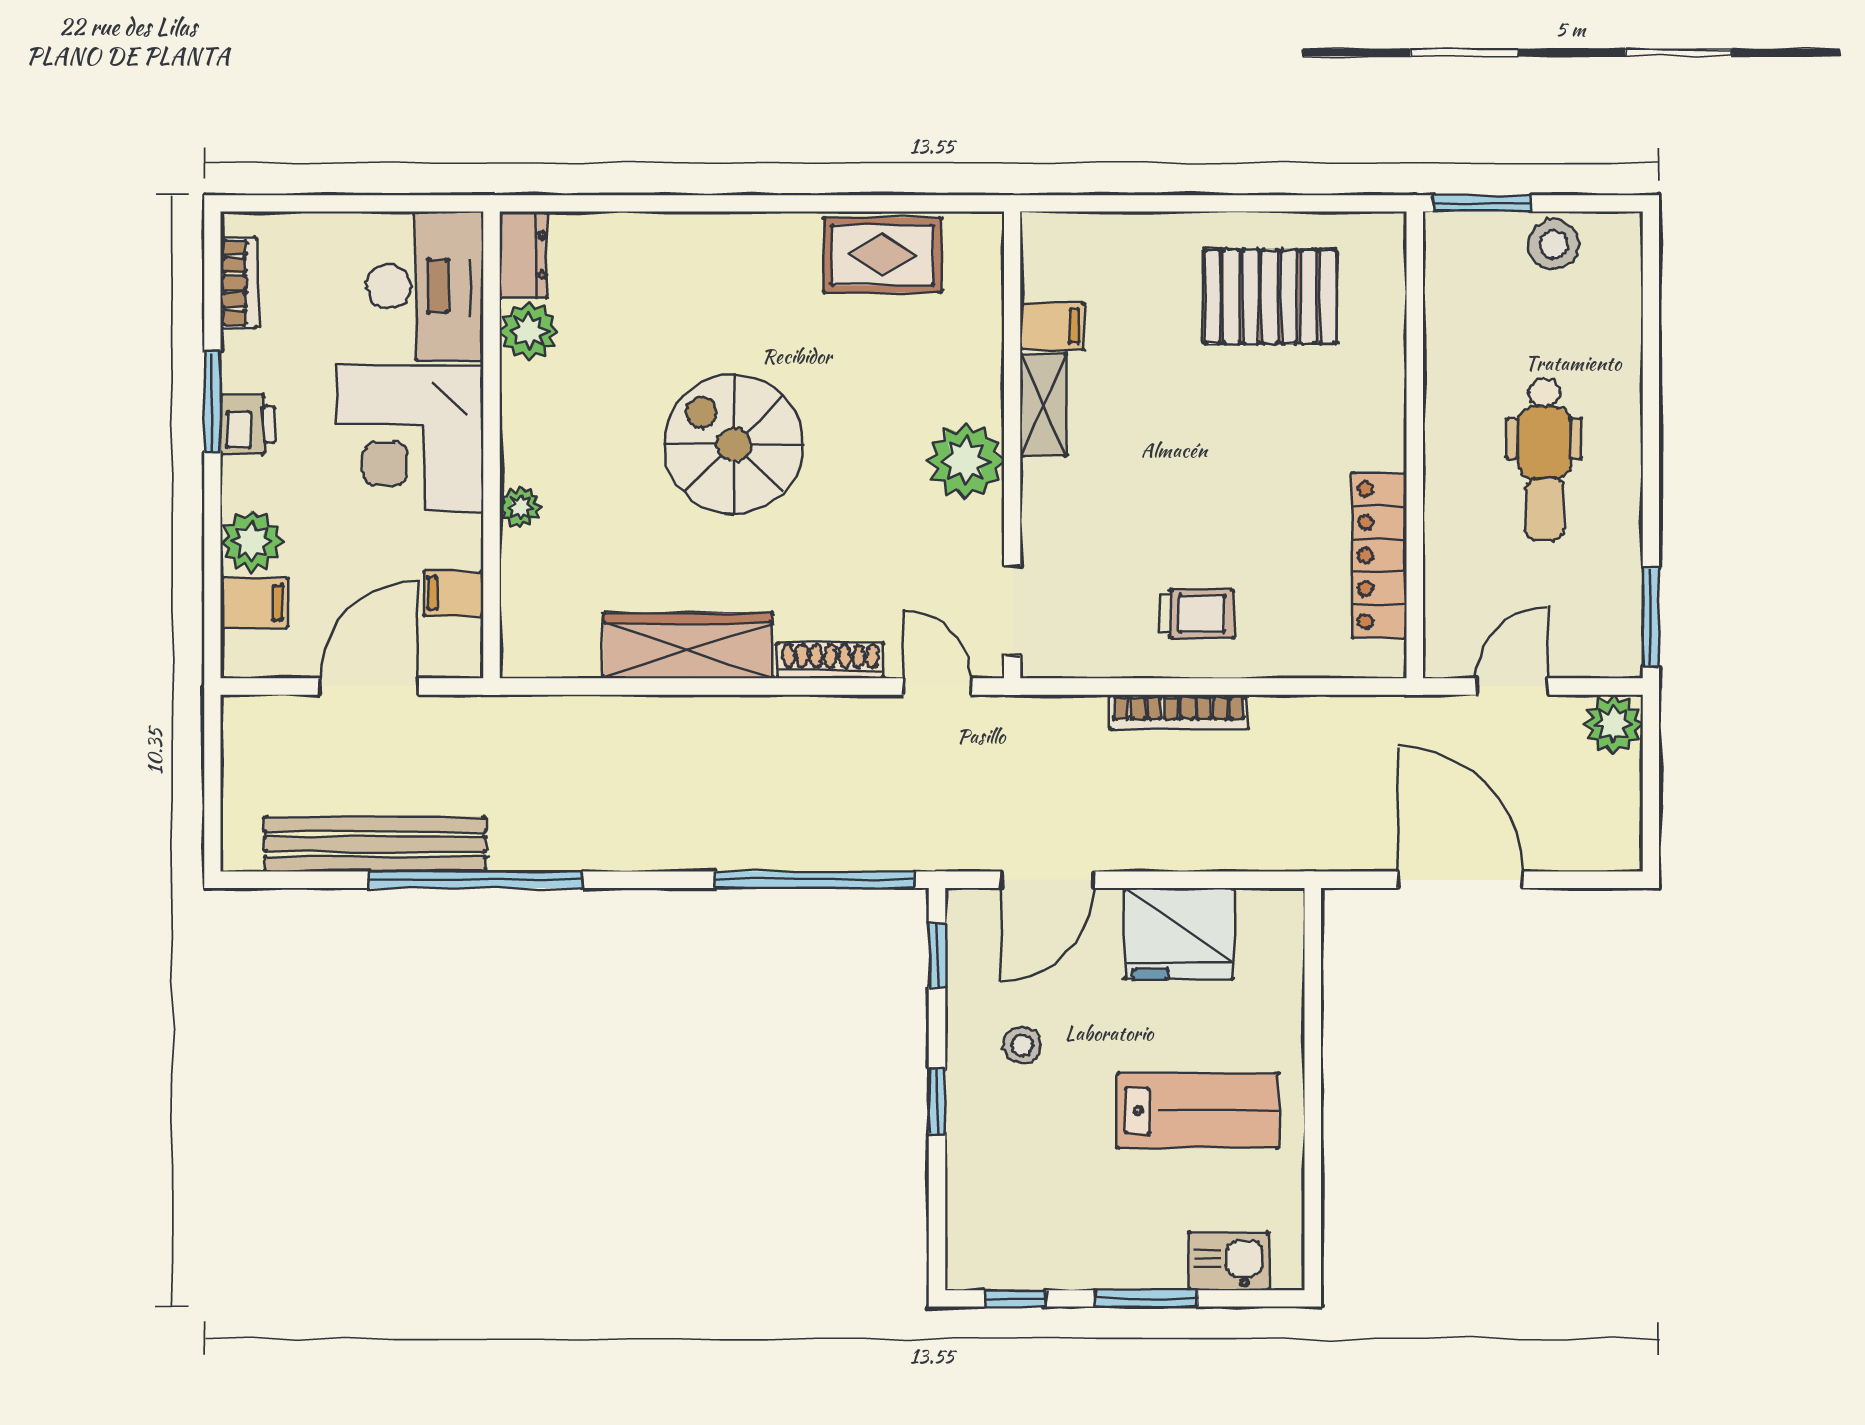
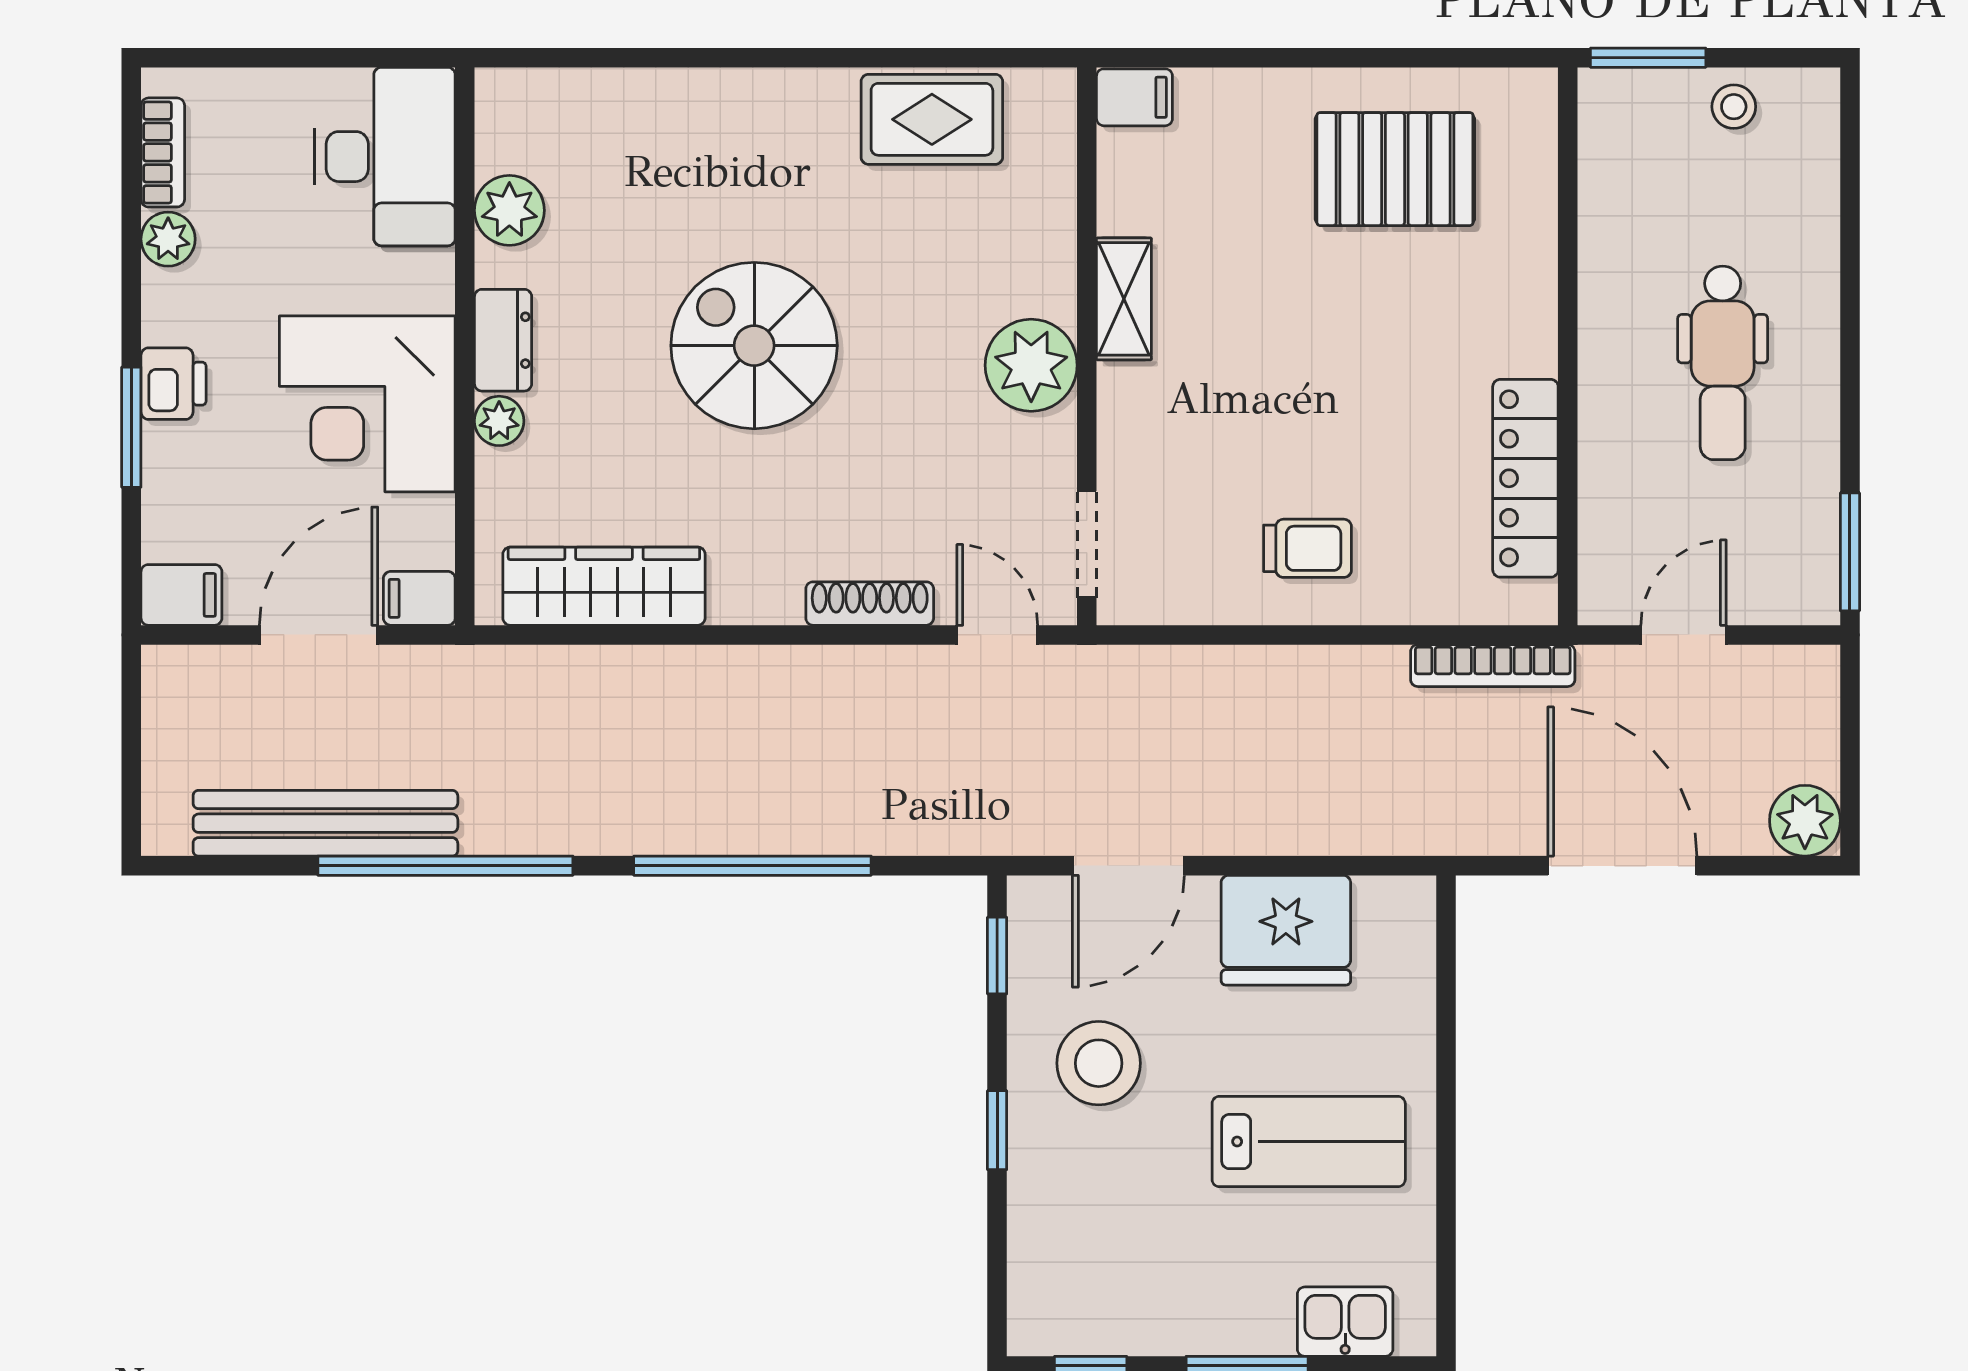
stool: (1554, 244) -> (1734, 107), width x0.73, depth x0.73
dresser: (524, 255) -> (503, 340), moved
filing cabinet: (1052, 326) -> (1134, 97), moved
window: (212, 402) -> (131, 427), moved
printer: (248, 424) -> (173, 384), moved
corner desk: (410, 439) -> (367, 404), moved
plant: (252, 542) -> (168, 239), moved, width x0.73, depth x0.73
filing cabinet: (453, 594) -> (419, 598), moved
filing cabinet: (254, 602) -> (181, 595), moved
wardrobe: (688, 646) -> (604, 586), moved
bookcase: (1179, 712) -> (1493, 666), moved
plant: (1613, 724) -> (1805, 821), moved
window: (815, 880) -> (752, 866), moved
stool: (1022, 1045) -> (1099, 1063), width x1.89, depth x1.89

